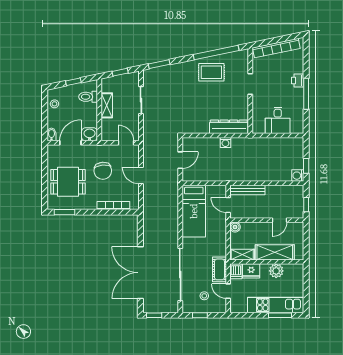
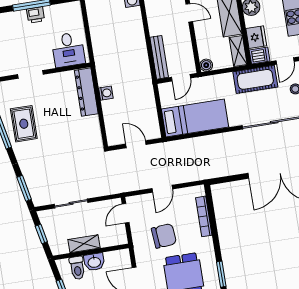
printer: (298, 81) -> (36, 15), moved
desk: (278, 120) -> (68, 50), moved, turned 90
washbasin: (90, 134) -> (94, 262), moved, turned -90
cot: (219, 269) -> (255, 79), width x1.37, depth x1.34

